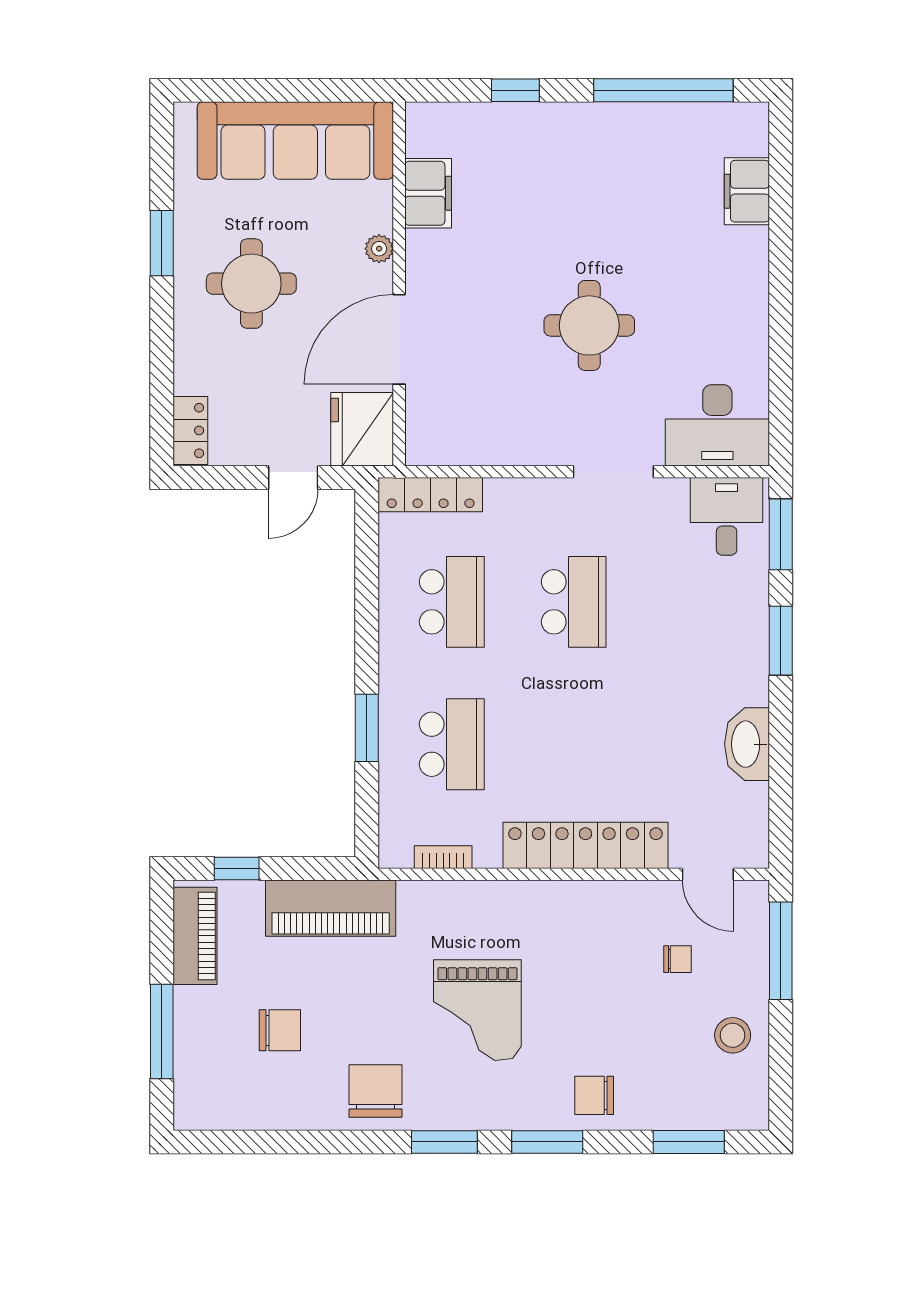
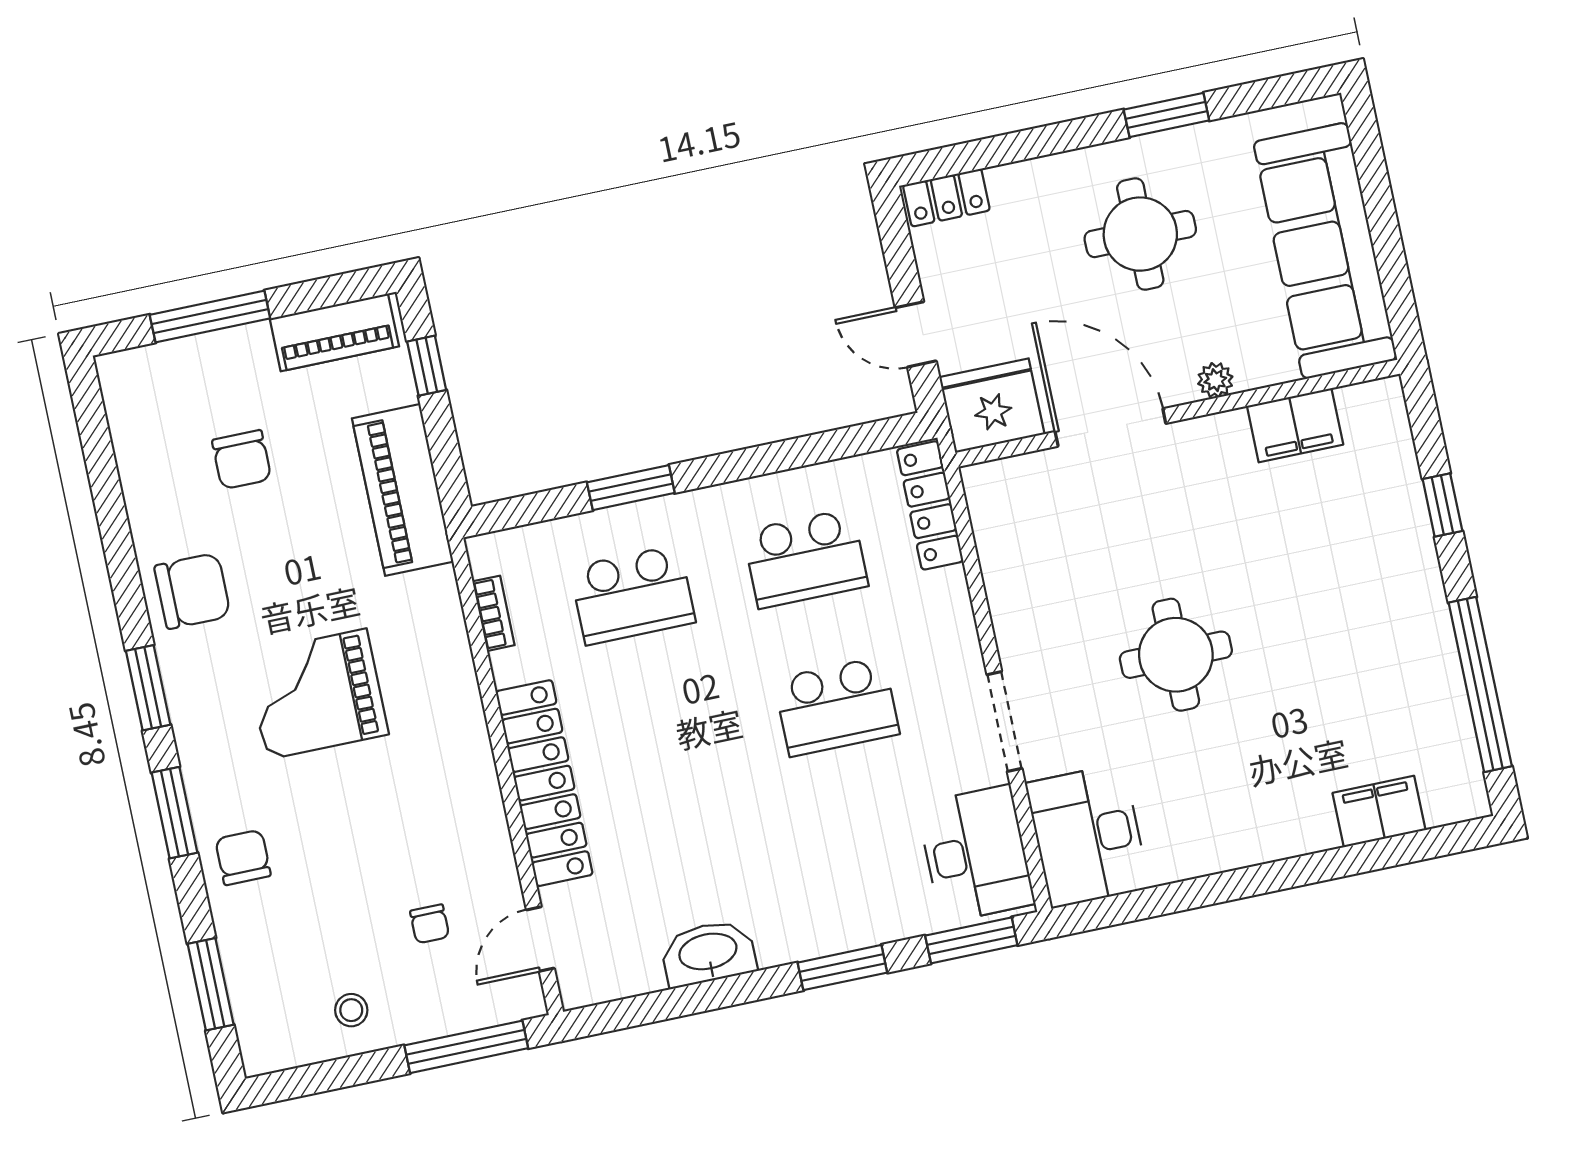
desk: (727, 516) -> (976, 854), width x1.37
stool: (733, 1035) -> (351, 1010), width x0.73, depth x0.73

